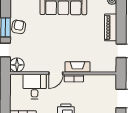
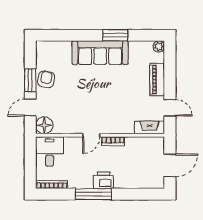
fireplace: (77, 67) -> (150, 127), moved
desk: (35, 87) -> (50, 152), moved

